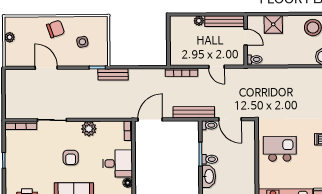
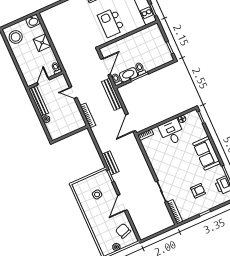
shower: (273, 24) -> (42, 43), moved
chair: (56, 29) -> (123, 231), moved
door: (216, 67) -> (73, 93), swing flipped
door: (46, 68) -> (122, 203), moved
door: (150, 120) -> (131, 123), hinge flipped
plant: (89, 129) -> (156, 163), removed
armchair: (71, 158) -> (198, 191), moved
washbasin: (209, 176) -> (129, 75), moved

